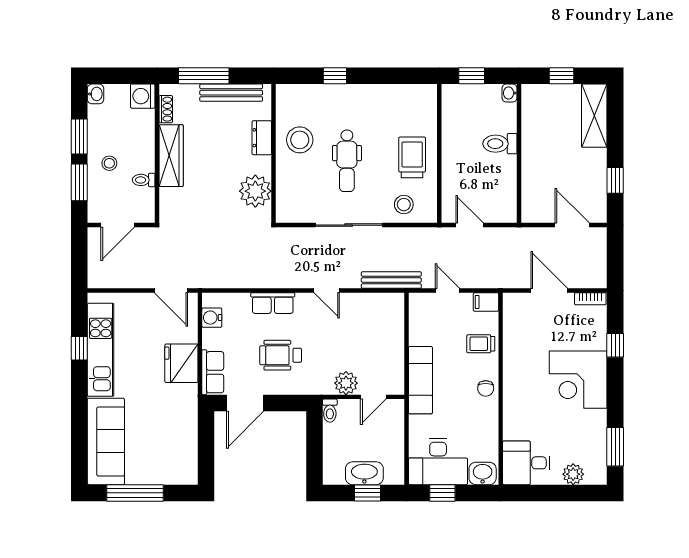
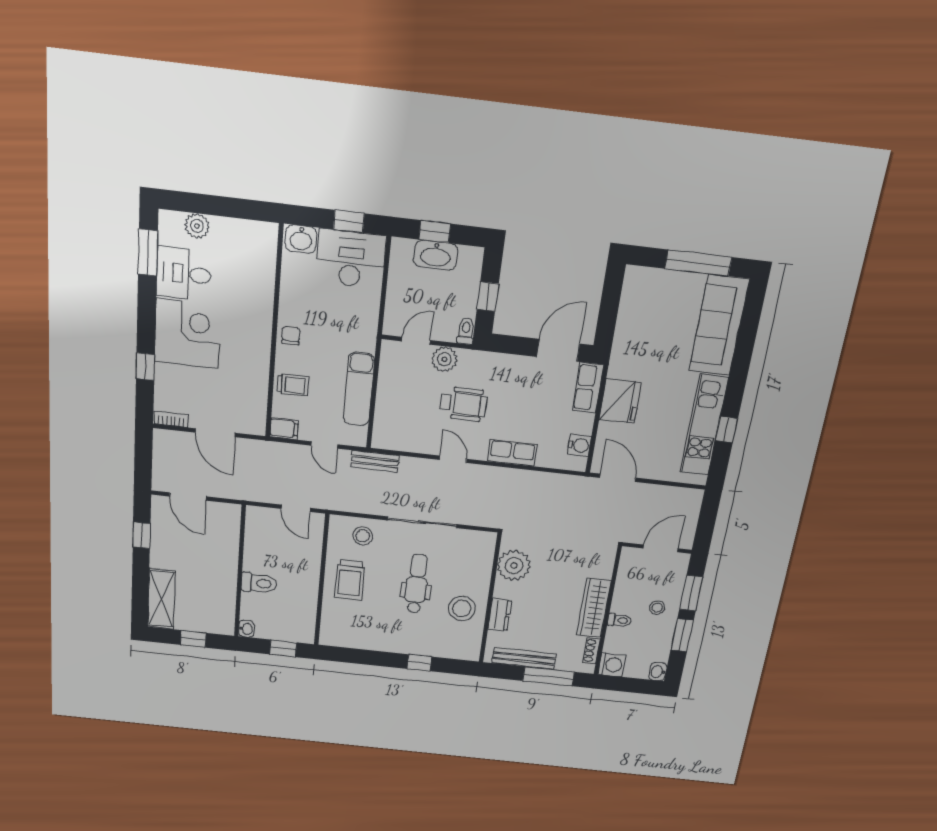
toilet: (144, 180) -> (619, 620), moved
bench: (391, 280) -> (375, 461), width x0.73
wheelchair: (281, 355) -> (464, 404), moved
exam couch: (420, 380) -> (359, 389), moved
window: (314, 443) -> (488, 297), added
desk: (526, 463) -> (184, 274), moved, turned 180

